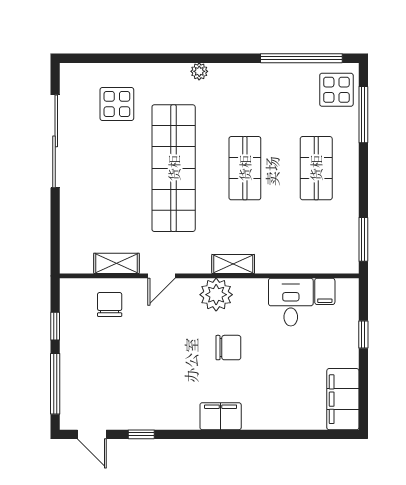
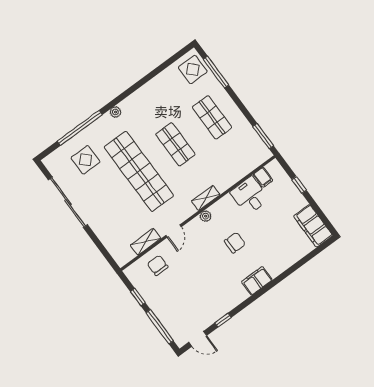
window: (301, 58) -> (80, 128), moved
plant: (216, 295) -> (206, 216), width x0.53, depth x0.53

